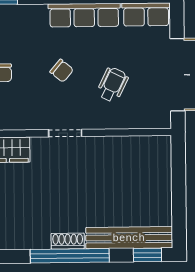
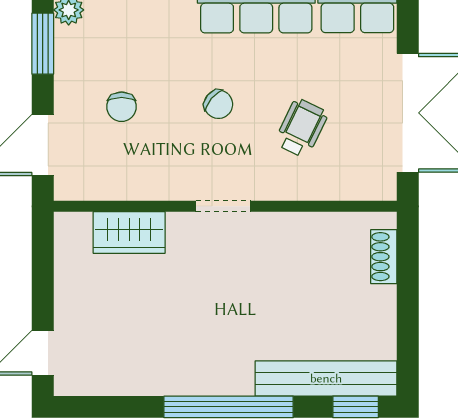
shoe rack: (68, 241) -> (384, 257), moved, turned -90

